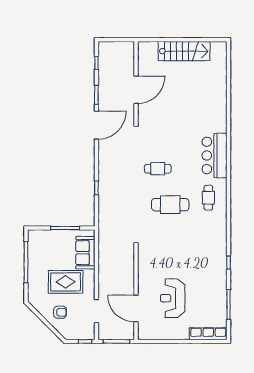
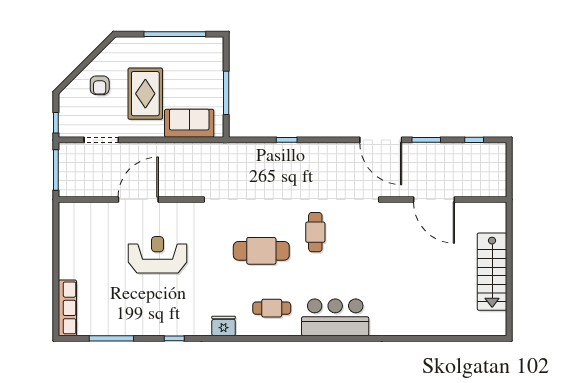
cafe table: (170, 205) -> (261, 251), turned 90
fridge: (220, 230) -> (224, 326), added
reception desk: (173, 298) -> (157, 255), moved
door: (136, 309) -> (138, 199), moved

